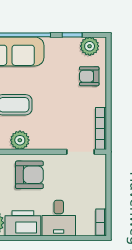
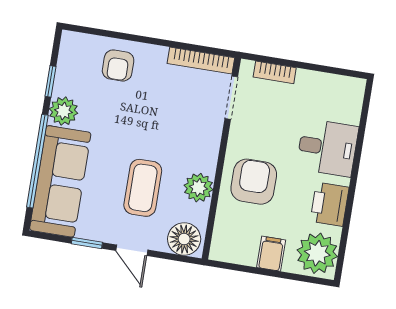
plant: (90, 46) -> (63, 111), moved
bookcase: (101, 222) -> (275, 72), moved
printer: (23, 223) -> (330, 204), width x0.73, depth x0.84

